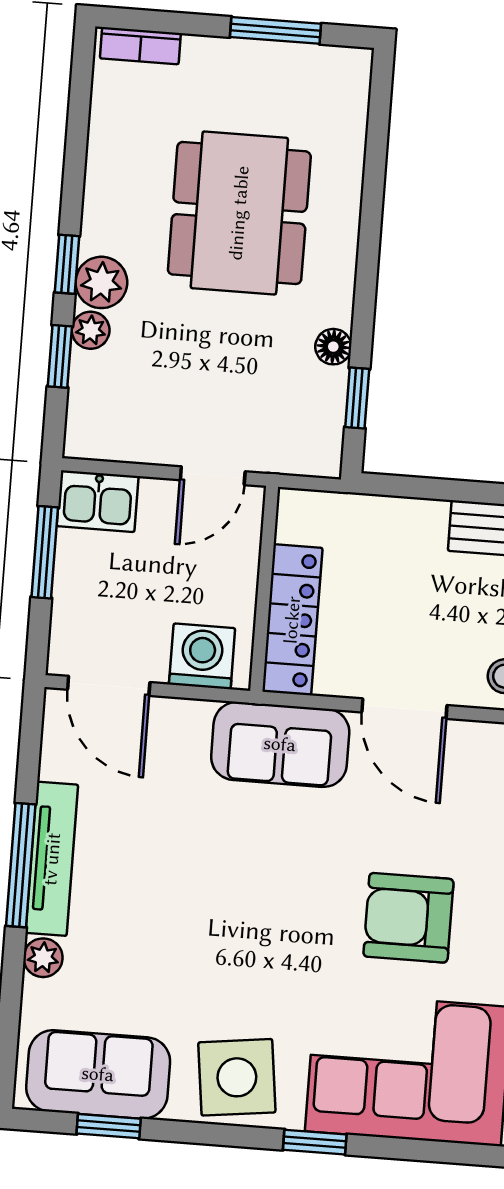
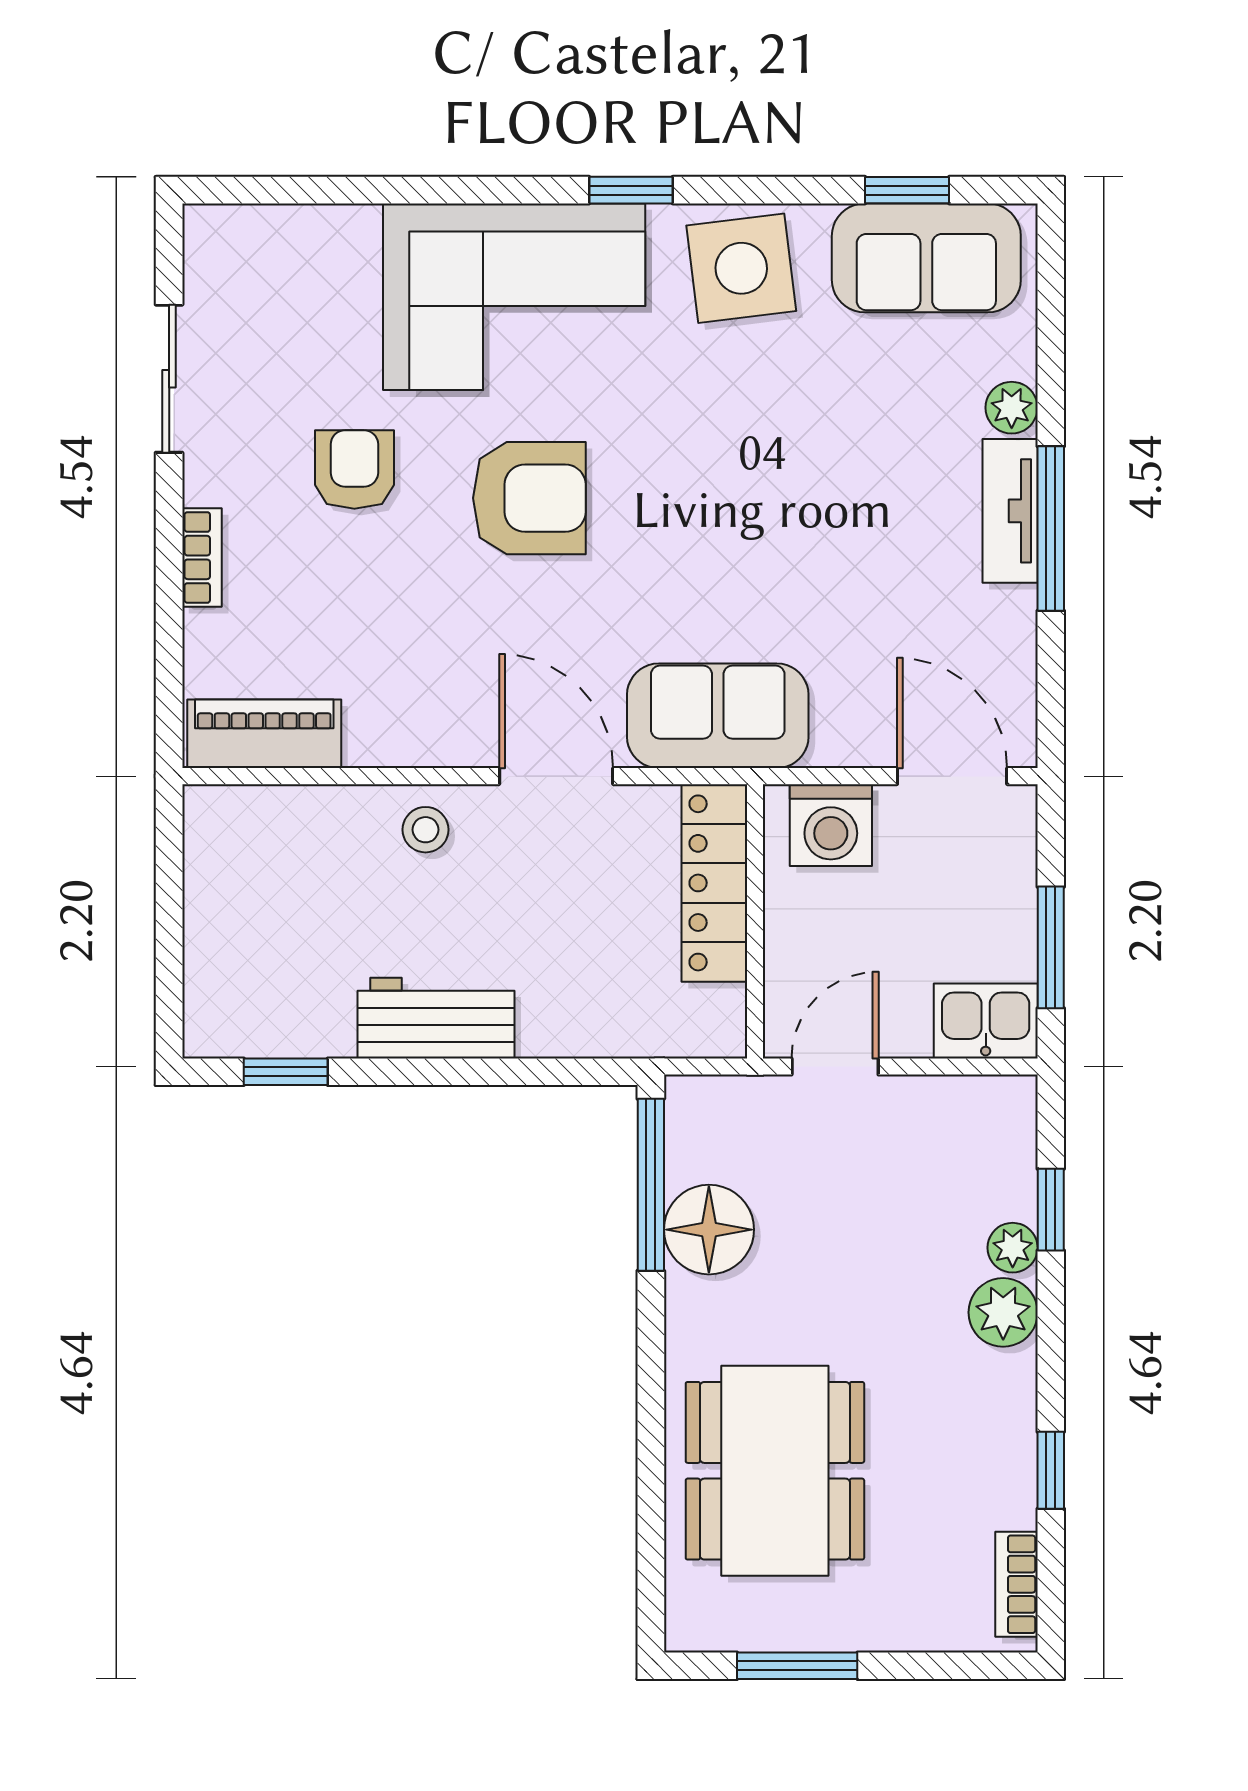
bookcase: (140, 46) -> (1016, 1584), moved, turned -90
dining table: (239, 213) -> (775, 1471), moved
window: (67, 264) -> (1051, 1470), moved
floor lamp: (333, 347) -> (709, 1230), width x1.89, depth x1.89
window: (357, 398) -> (651, 1185), width x2.17
tv unit: (52, 859) -> (1010, 511), width x0.71

